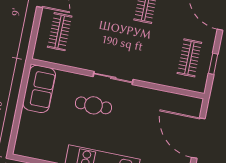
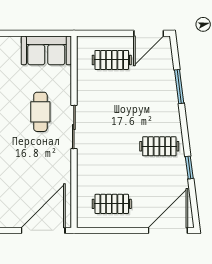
window: (213, 64) -> (110, 230), removed
door: (198, 138) -> (43, 230), moved

